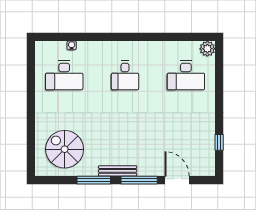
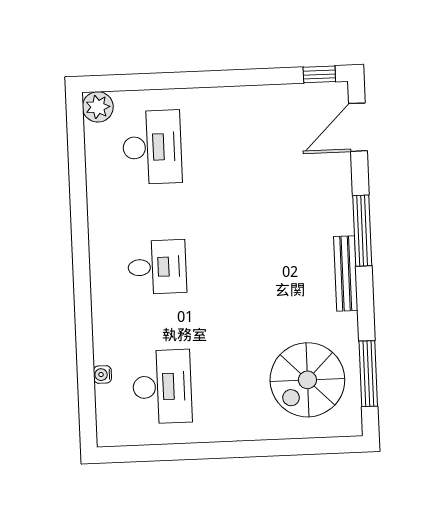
window: (219, 142) -> (319, 74), moved
window: (94, 180) -> (368, 374), moved
door: (177, 180) -> (358, 127), moved

